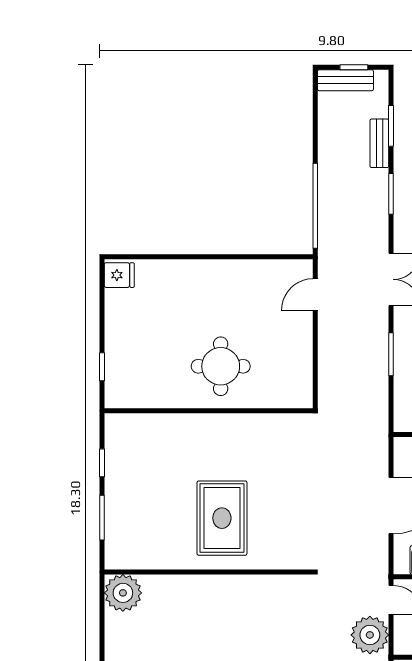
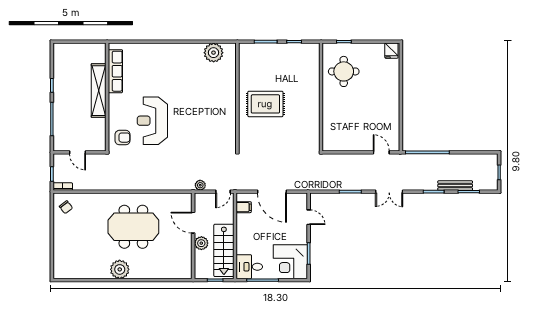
bench: (345, 80) -> (492, 168), removed
bench: (379, 143) -> (455, 186), width x1.36
round table: (221, 366) -> (344, 71), moved
plant: (123, 593) -> (214, 53), moved
plant: (370, 635) -> (200, 185), width x0.53, depth x0.53

